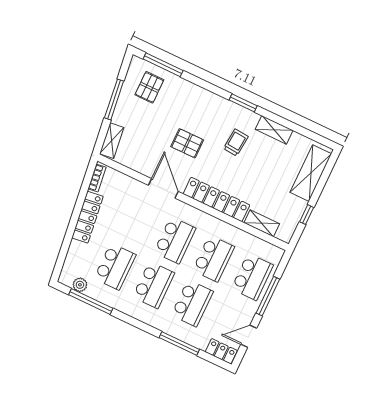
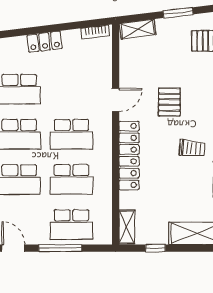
window: (114, 99) -> (178, 13), width x0.69
door: (163, 188) -> (116, 100), width x0.73
locker: (87, 217) -> (45, 42), width x0.66
shelving: (262, 223) -> (127, 227), moved

